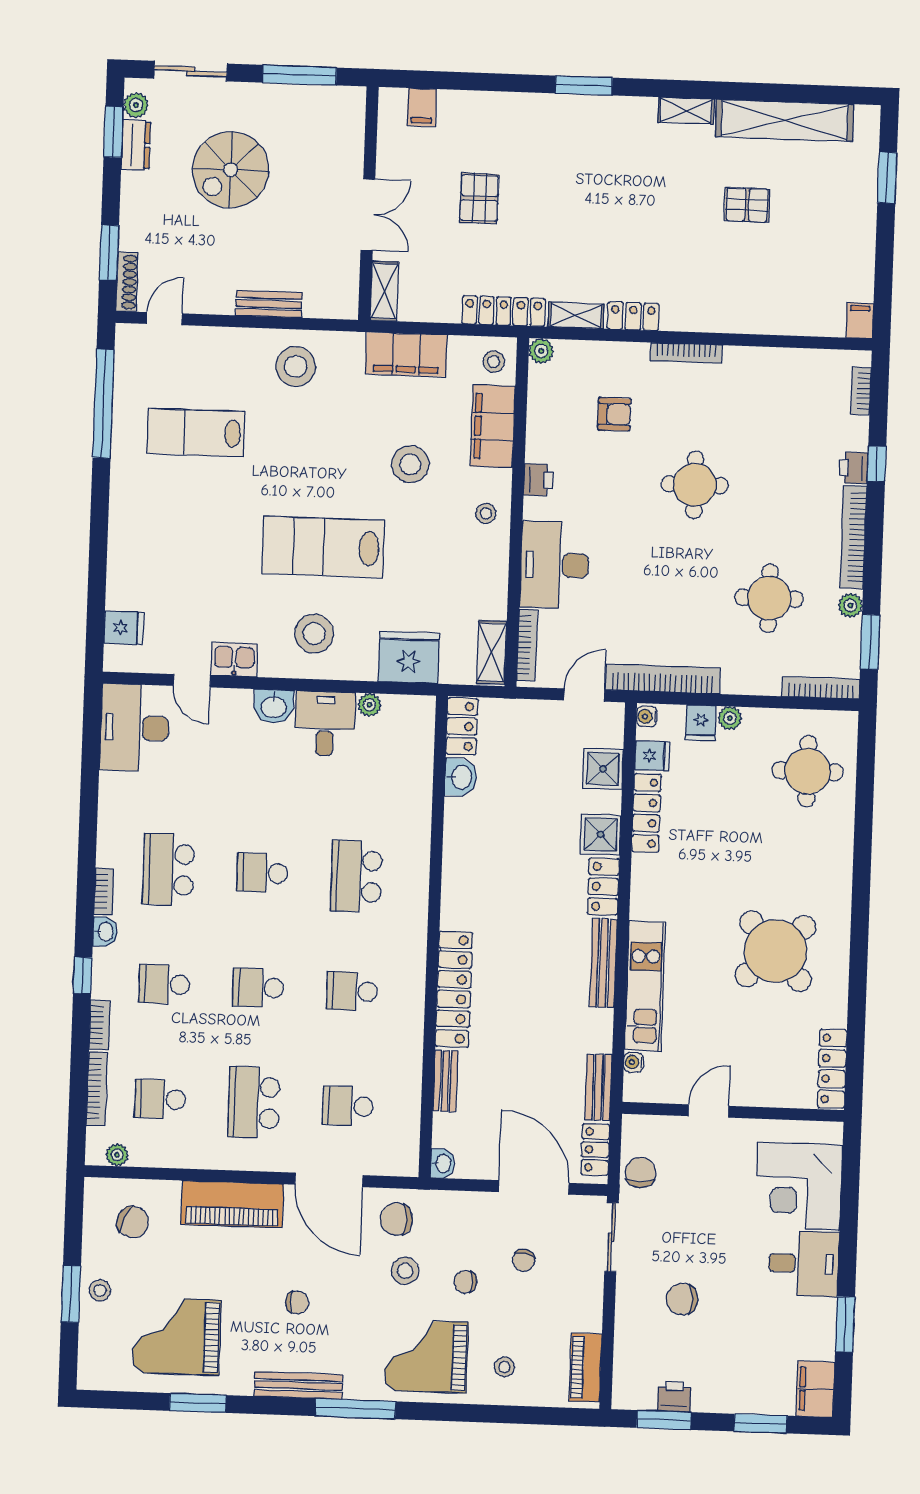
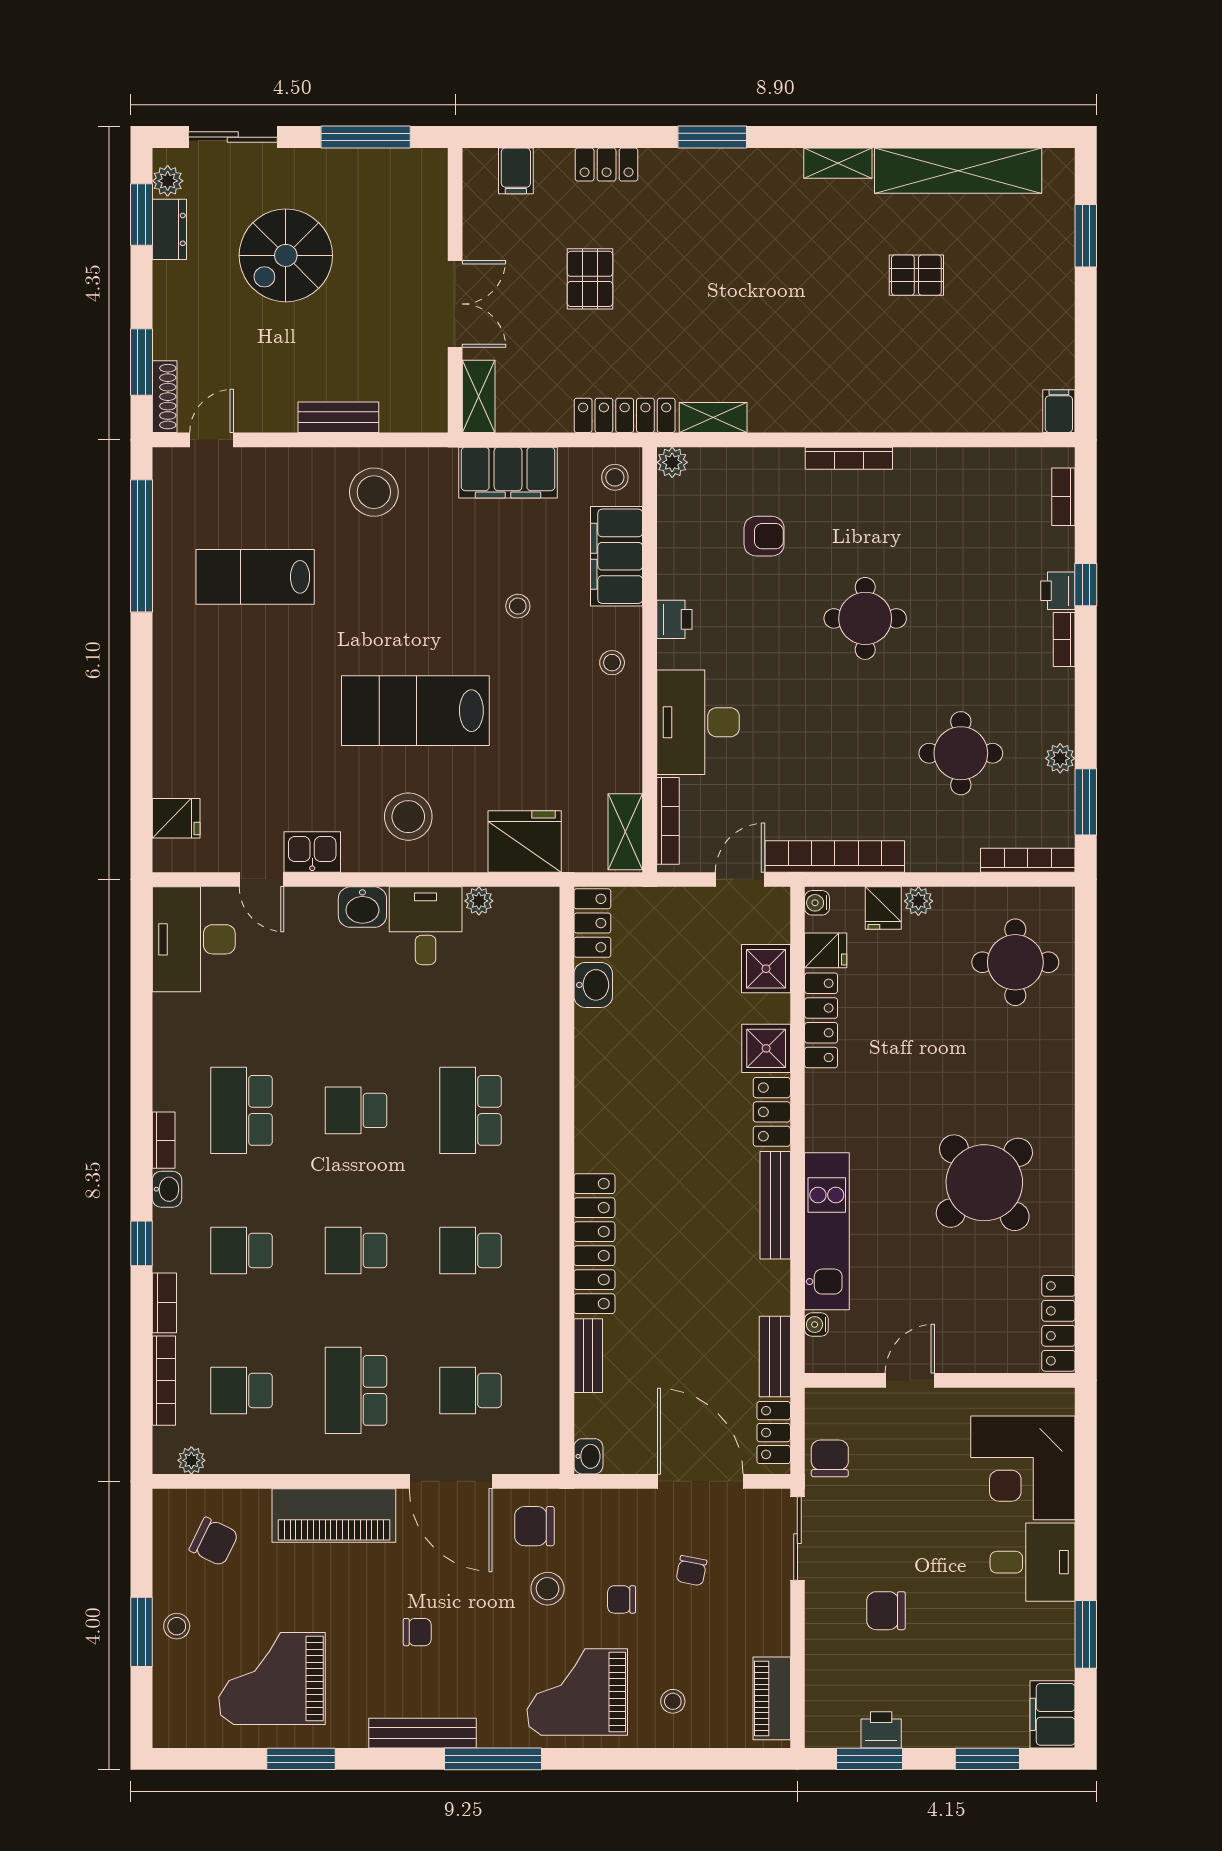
locker: (633, 316) -> (607, 165), moved, turned 180
stool: (410, 464) -> (518, 606), width x0.53, depth x0.53
bookcase: (853, 537) -> (1064, 640), width x0.43, depth x0.76

